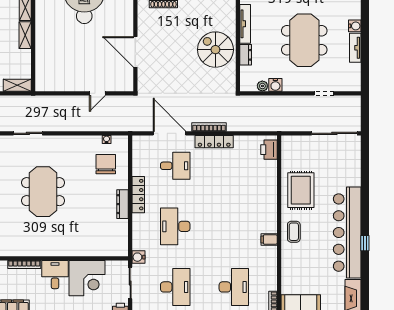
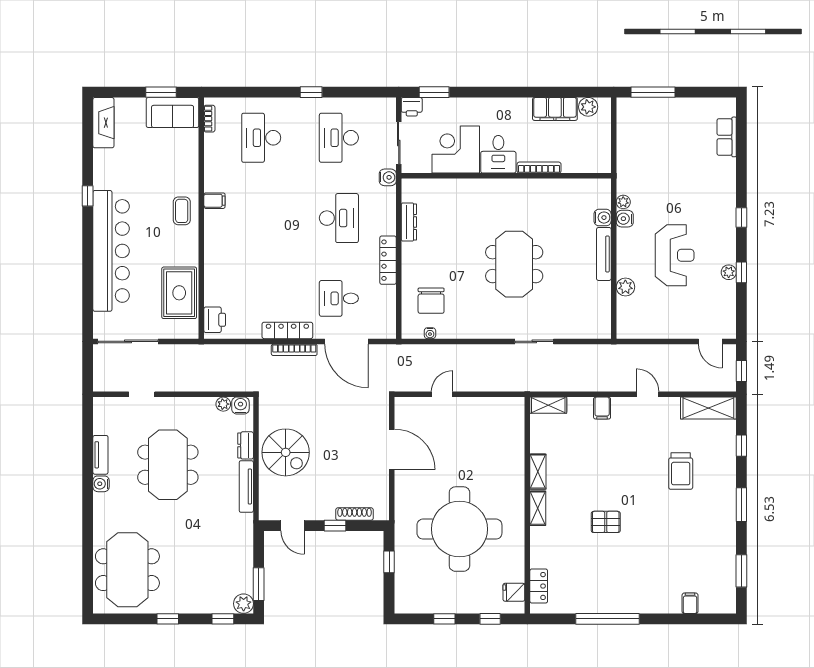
water cooler: (275, 85) -> (240, 406), moved
rug: (301, 190) -> (179, 293), moved
dresser: (122, 204) -> (409, 222), moved
bar counter: (347, 233) -> (111, 251), moved

